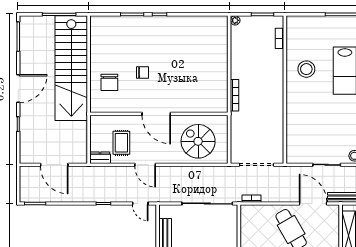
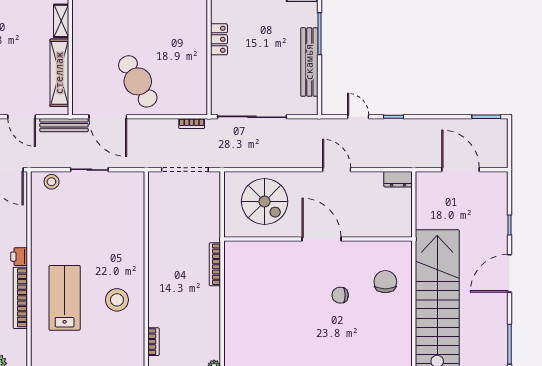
rug: (121, 143) -> (369, 199), removed
door: (140, 204) -> (358, 117), moved

